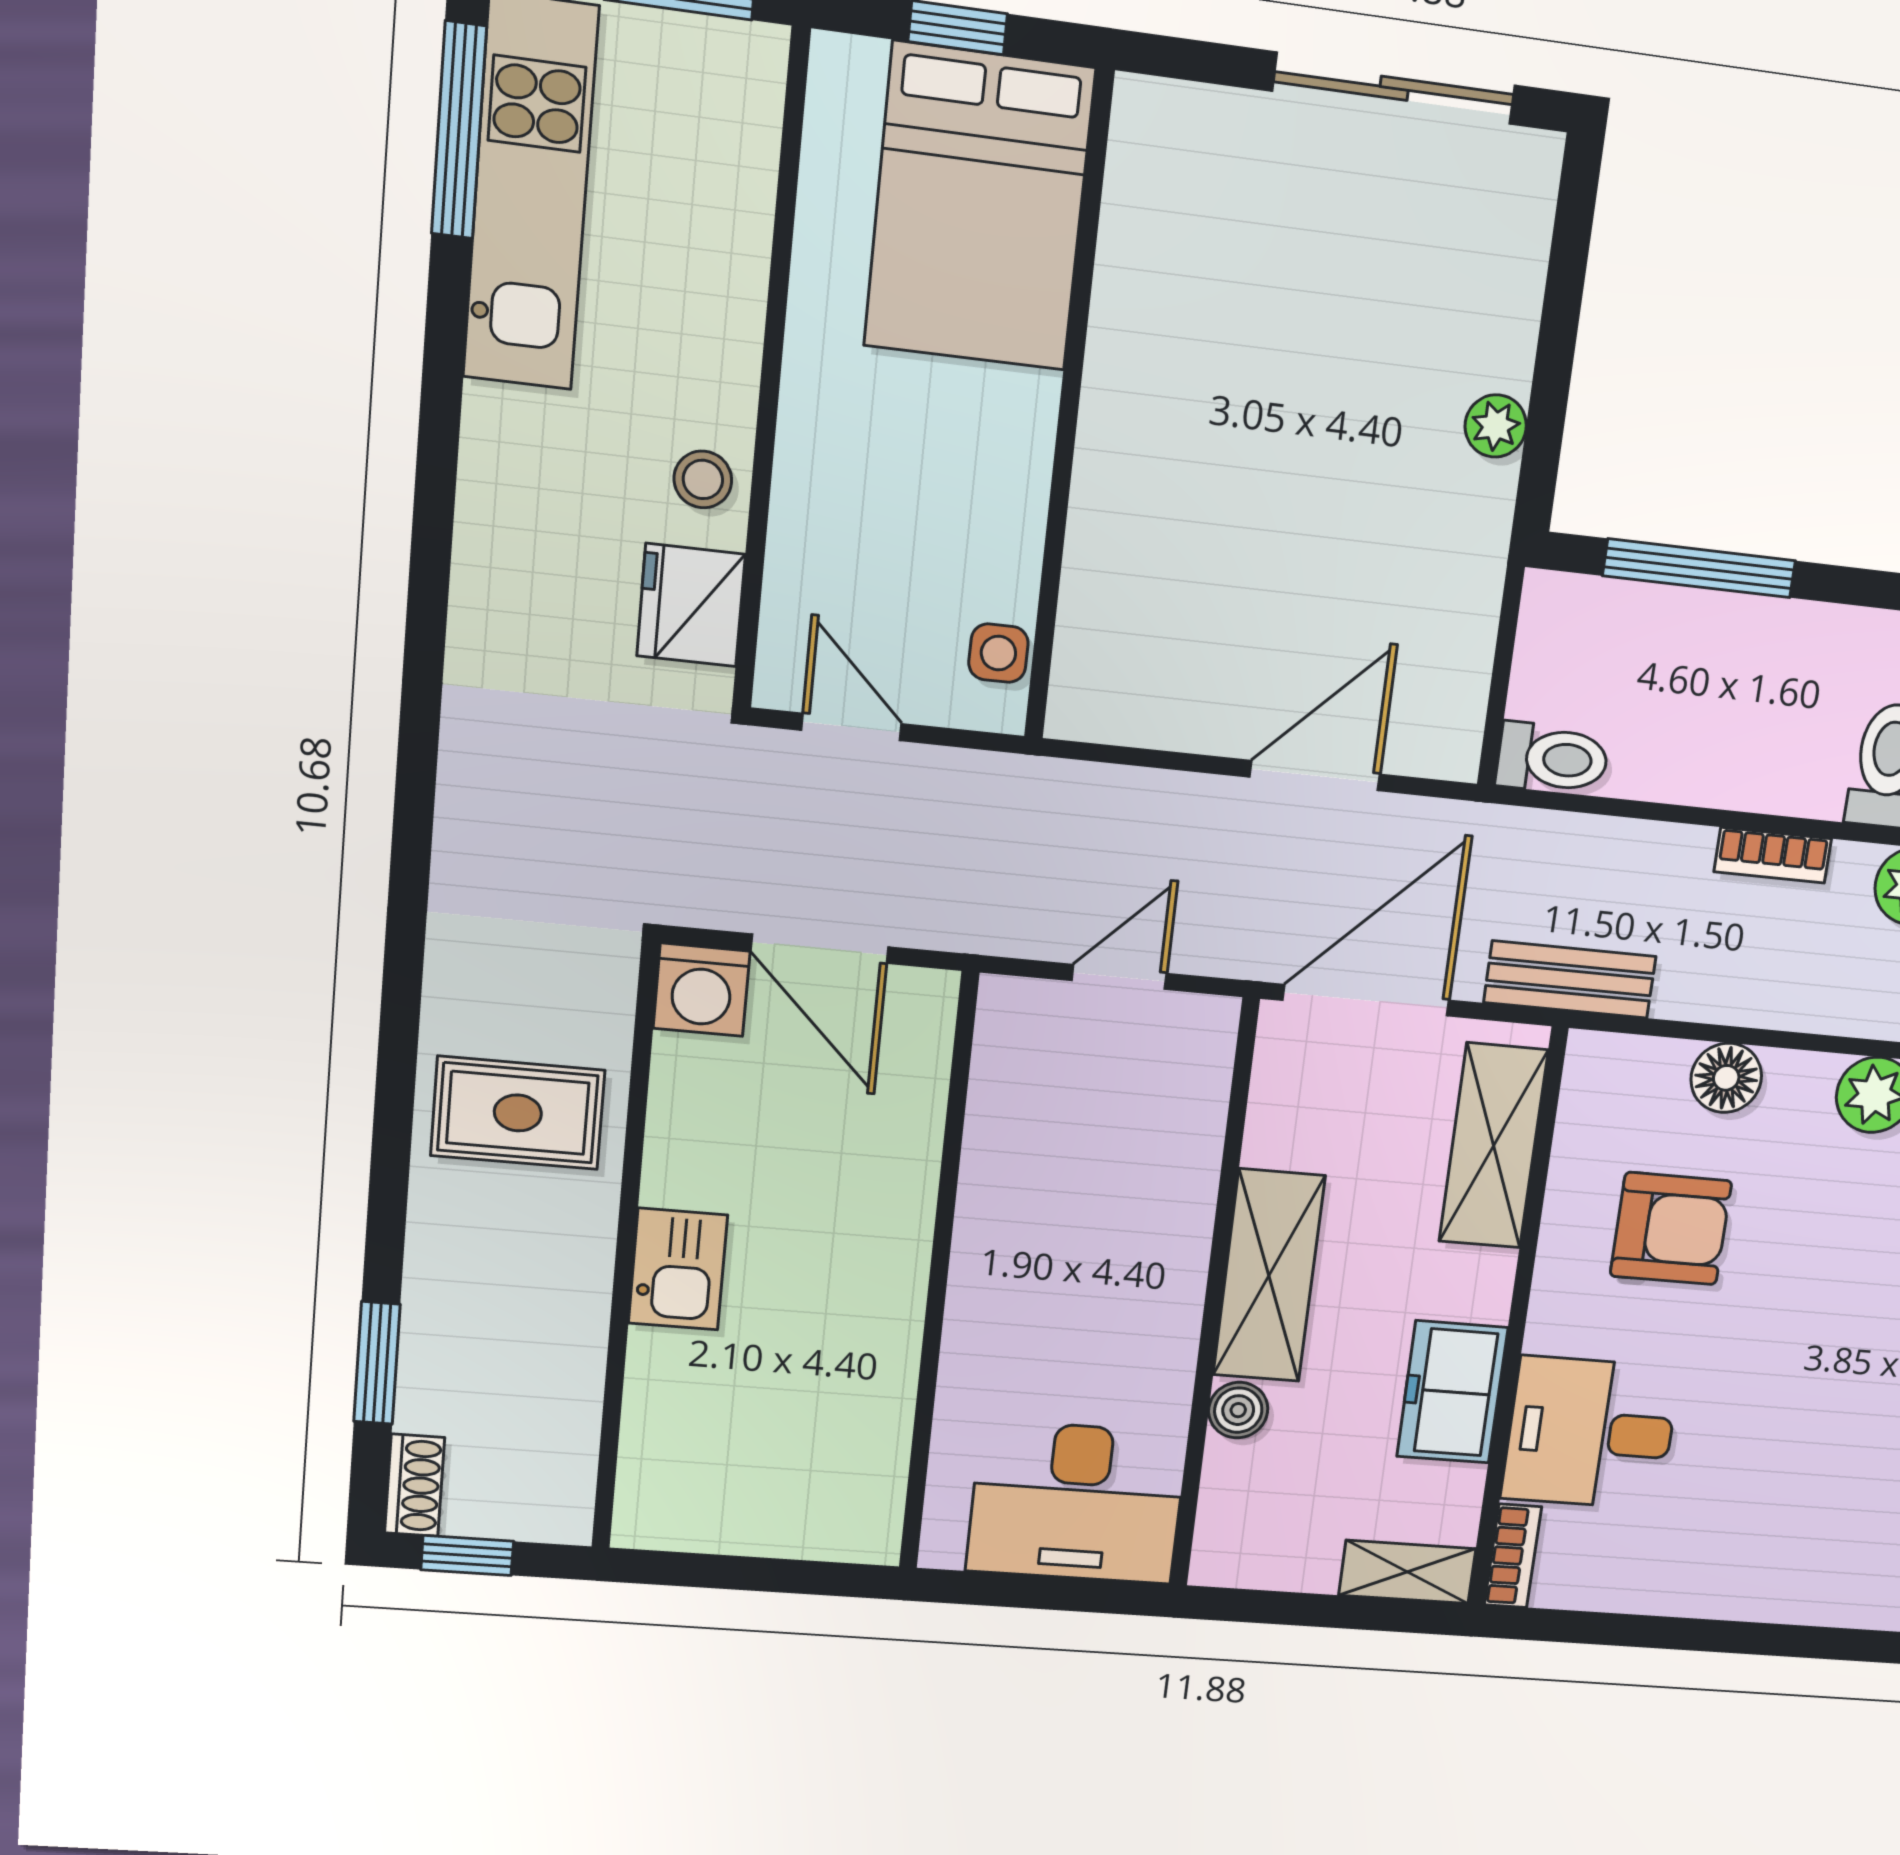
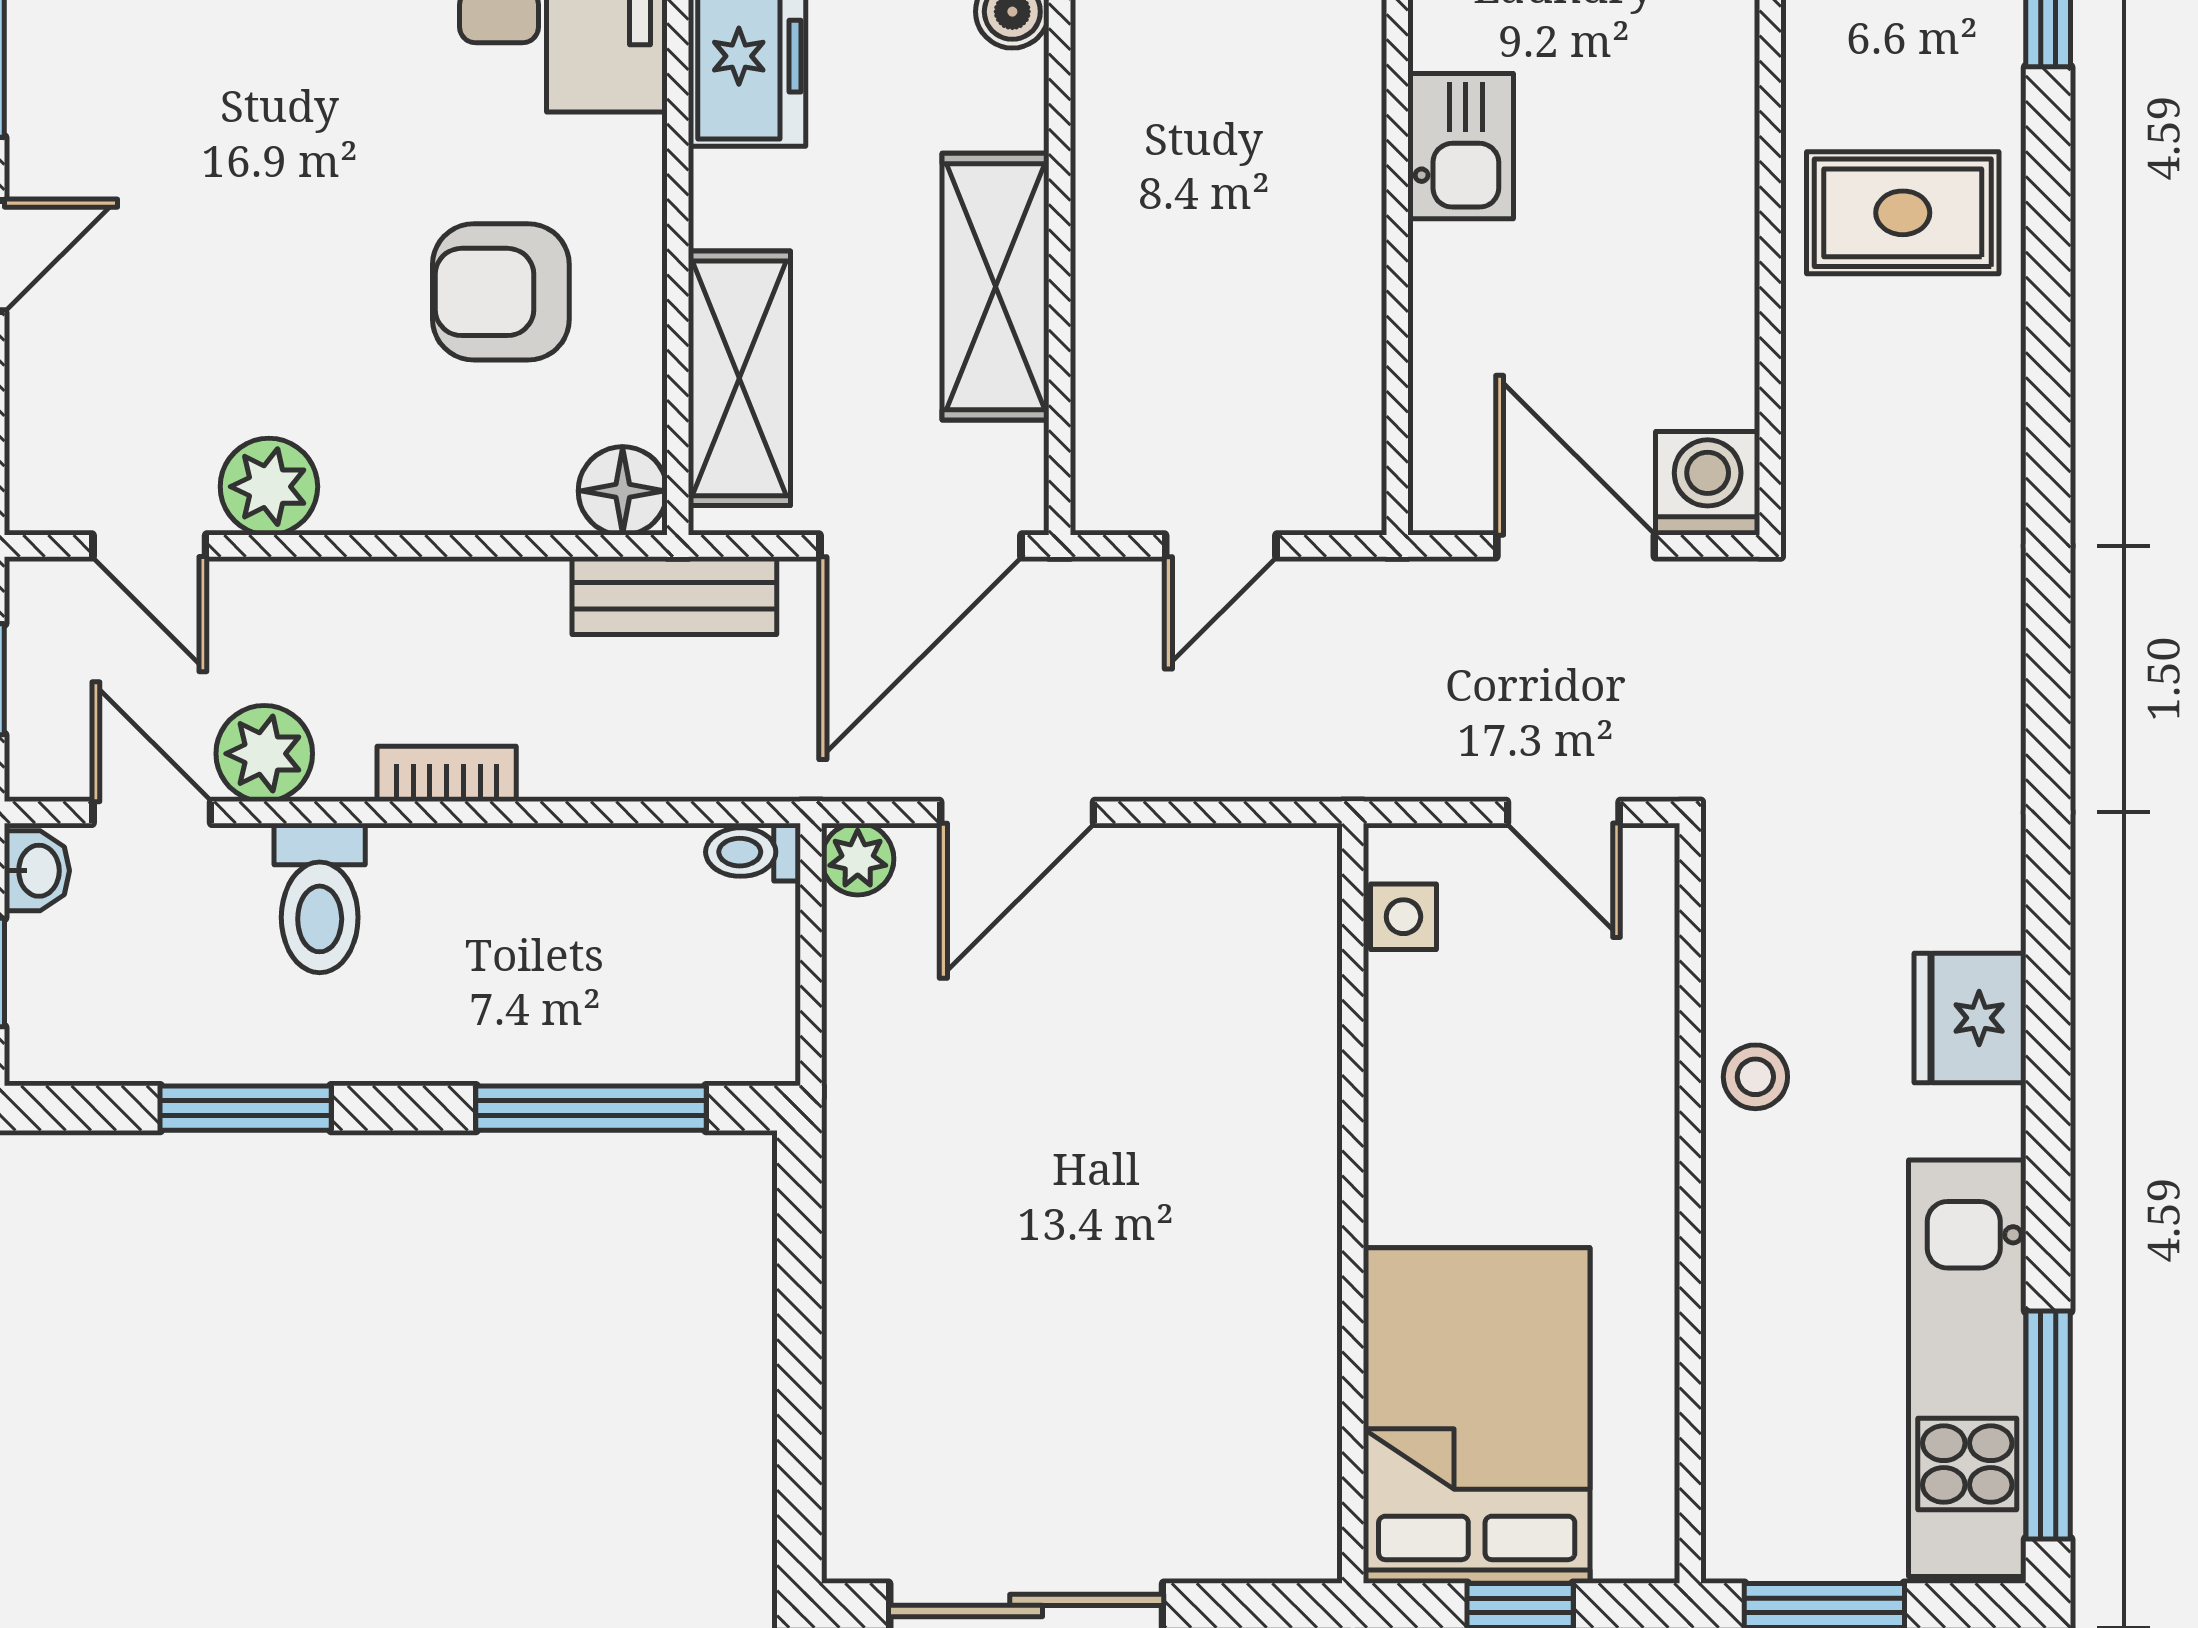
plant: (1496, 426) -> (858, 859), moved
fridge: (691, 605) -> (1970, 1018), moved, turned 180
toilet: (1552, 759) -> (753, 852), width x0.73, depth x0.72
floor lamp: (1726, 1078) -> (623, 491), moved
rug: (518, 1113) -> (1903, 213), moved
kitchen sink: (678, 1269) -> (1461, 146), moved, turned 180
shelving: (1269, 1276) -> (996, 287), moved

